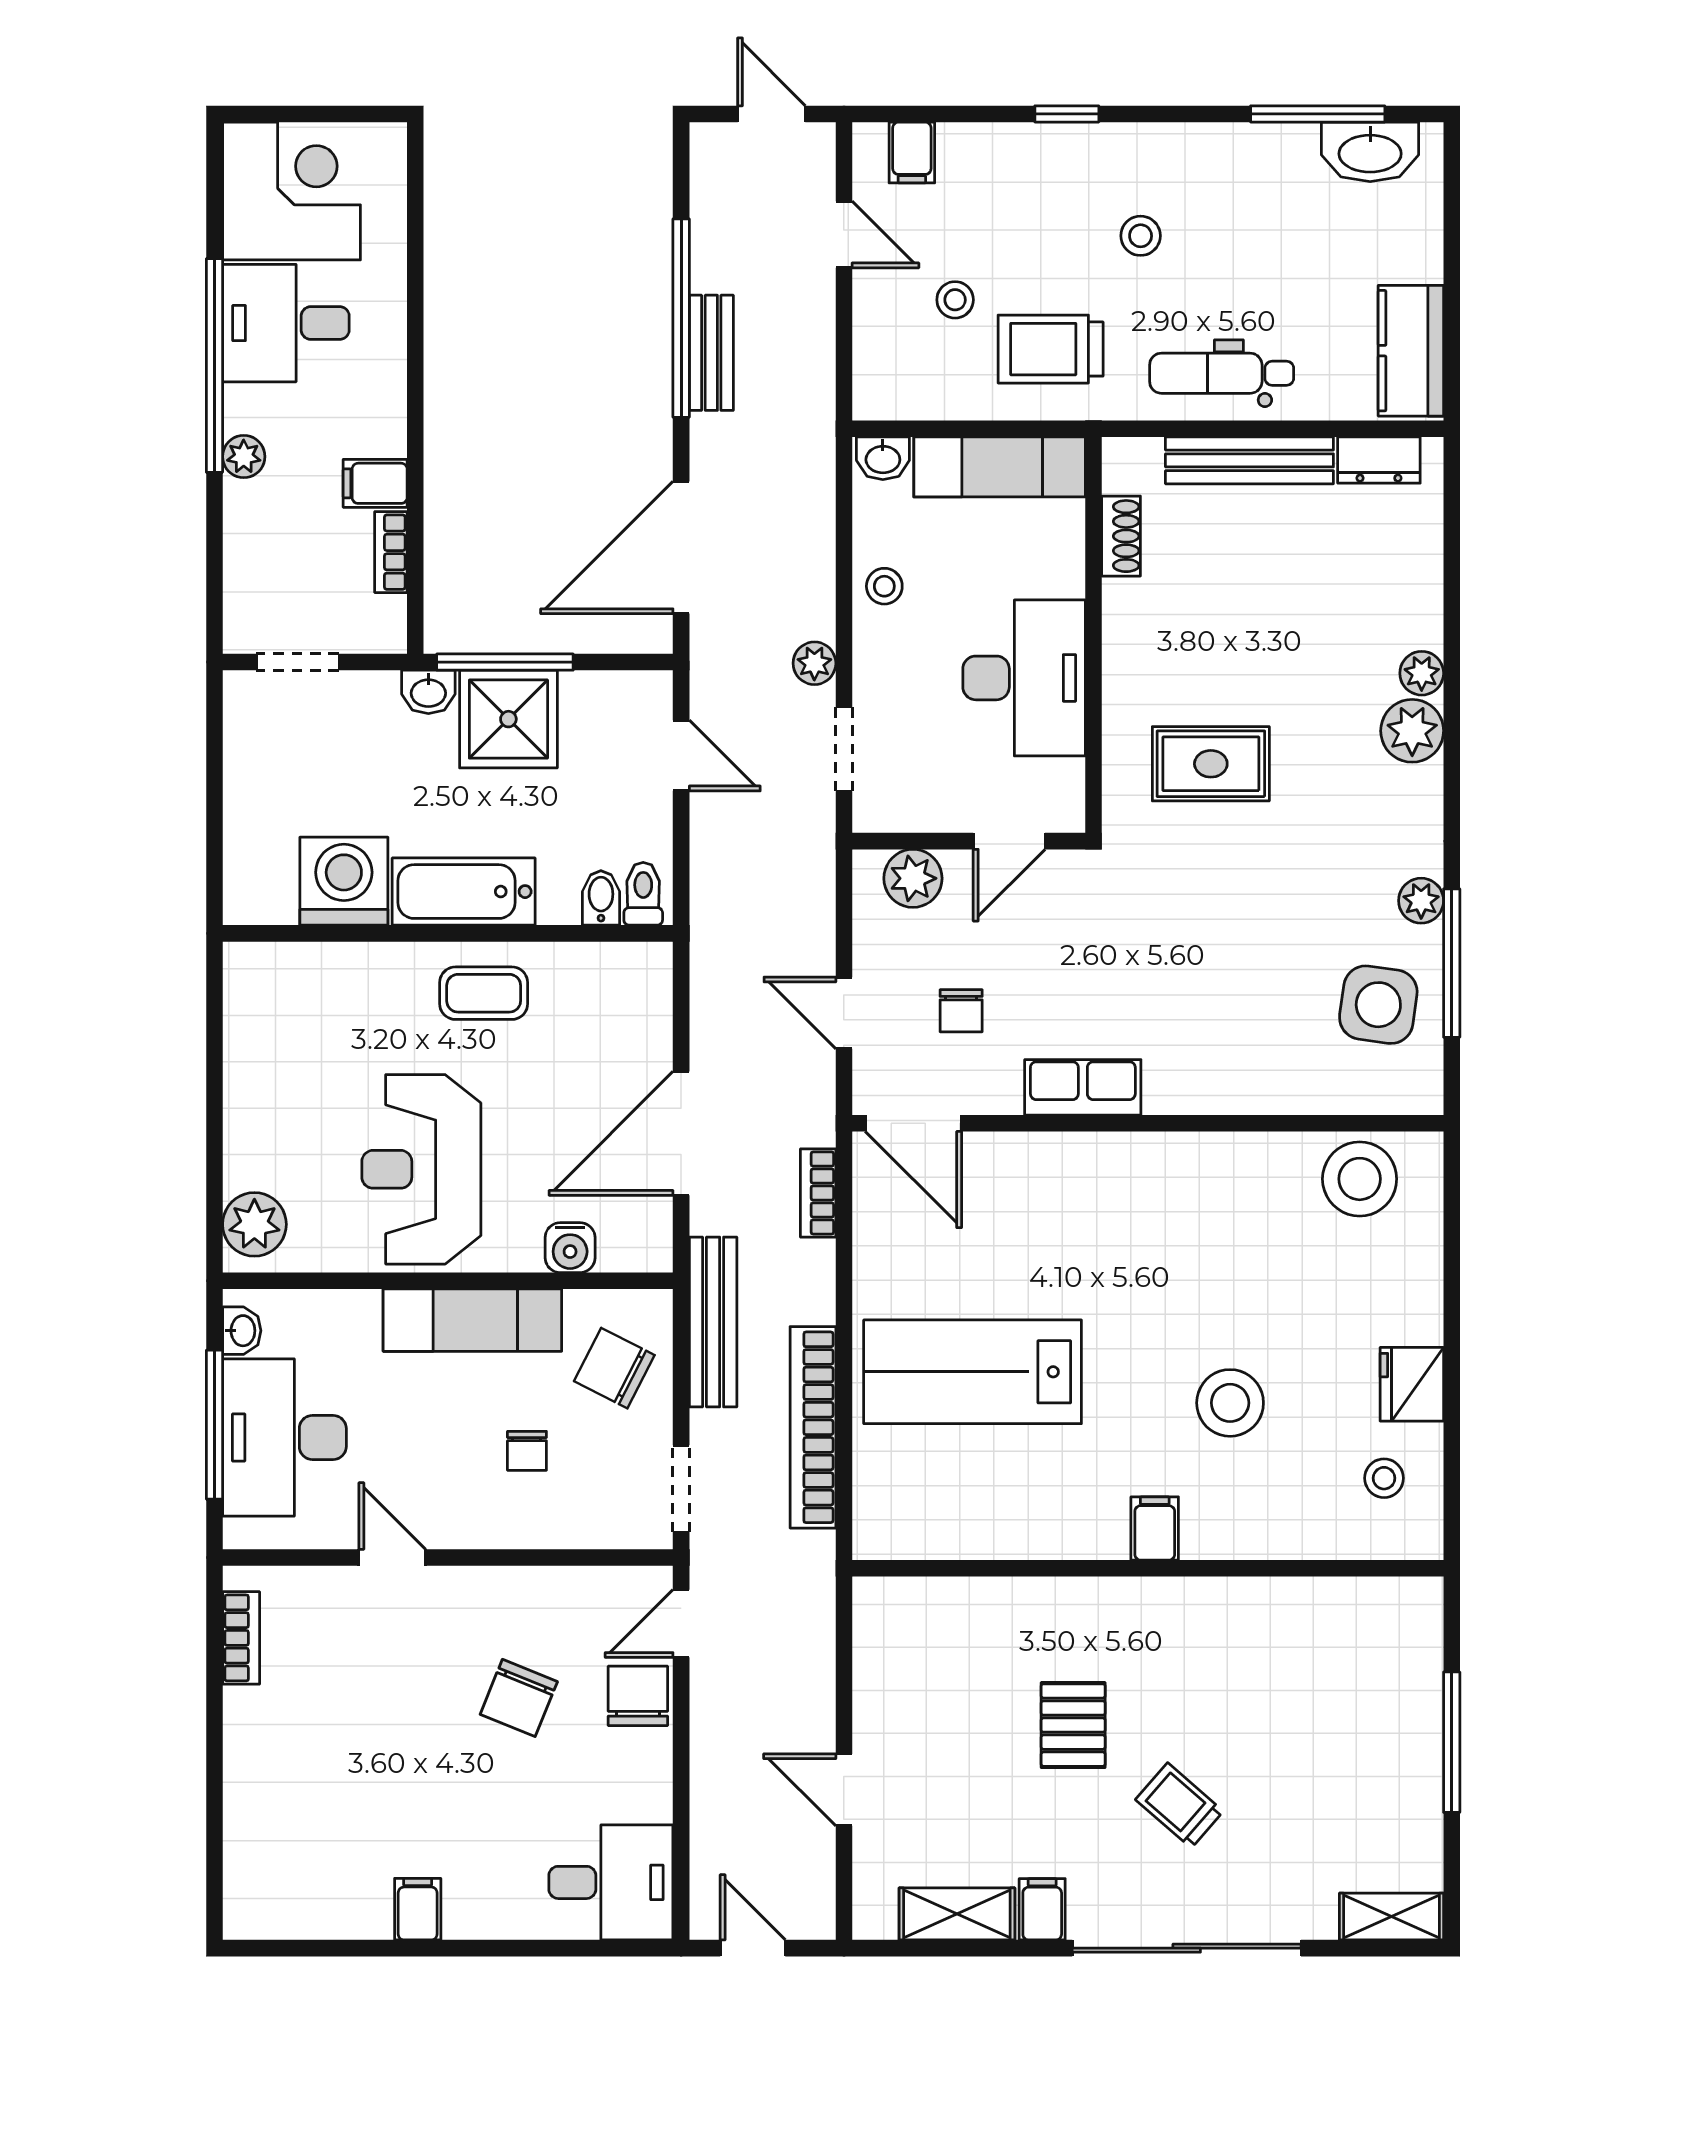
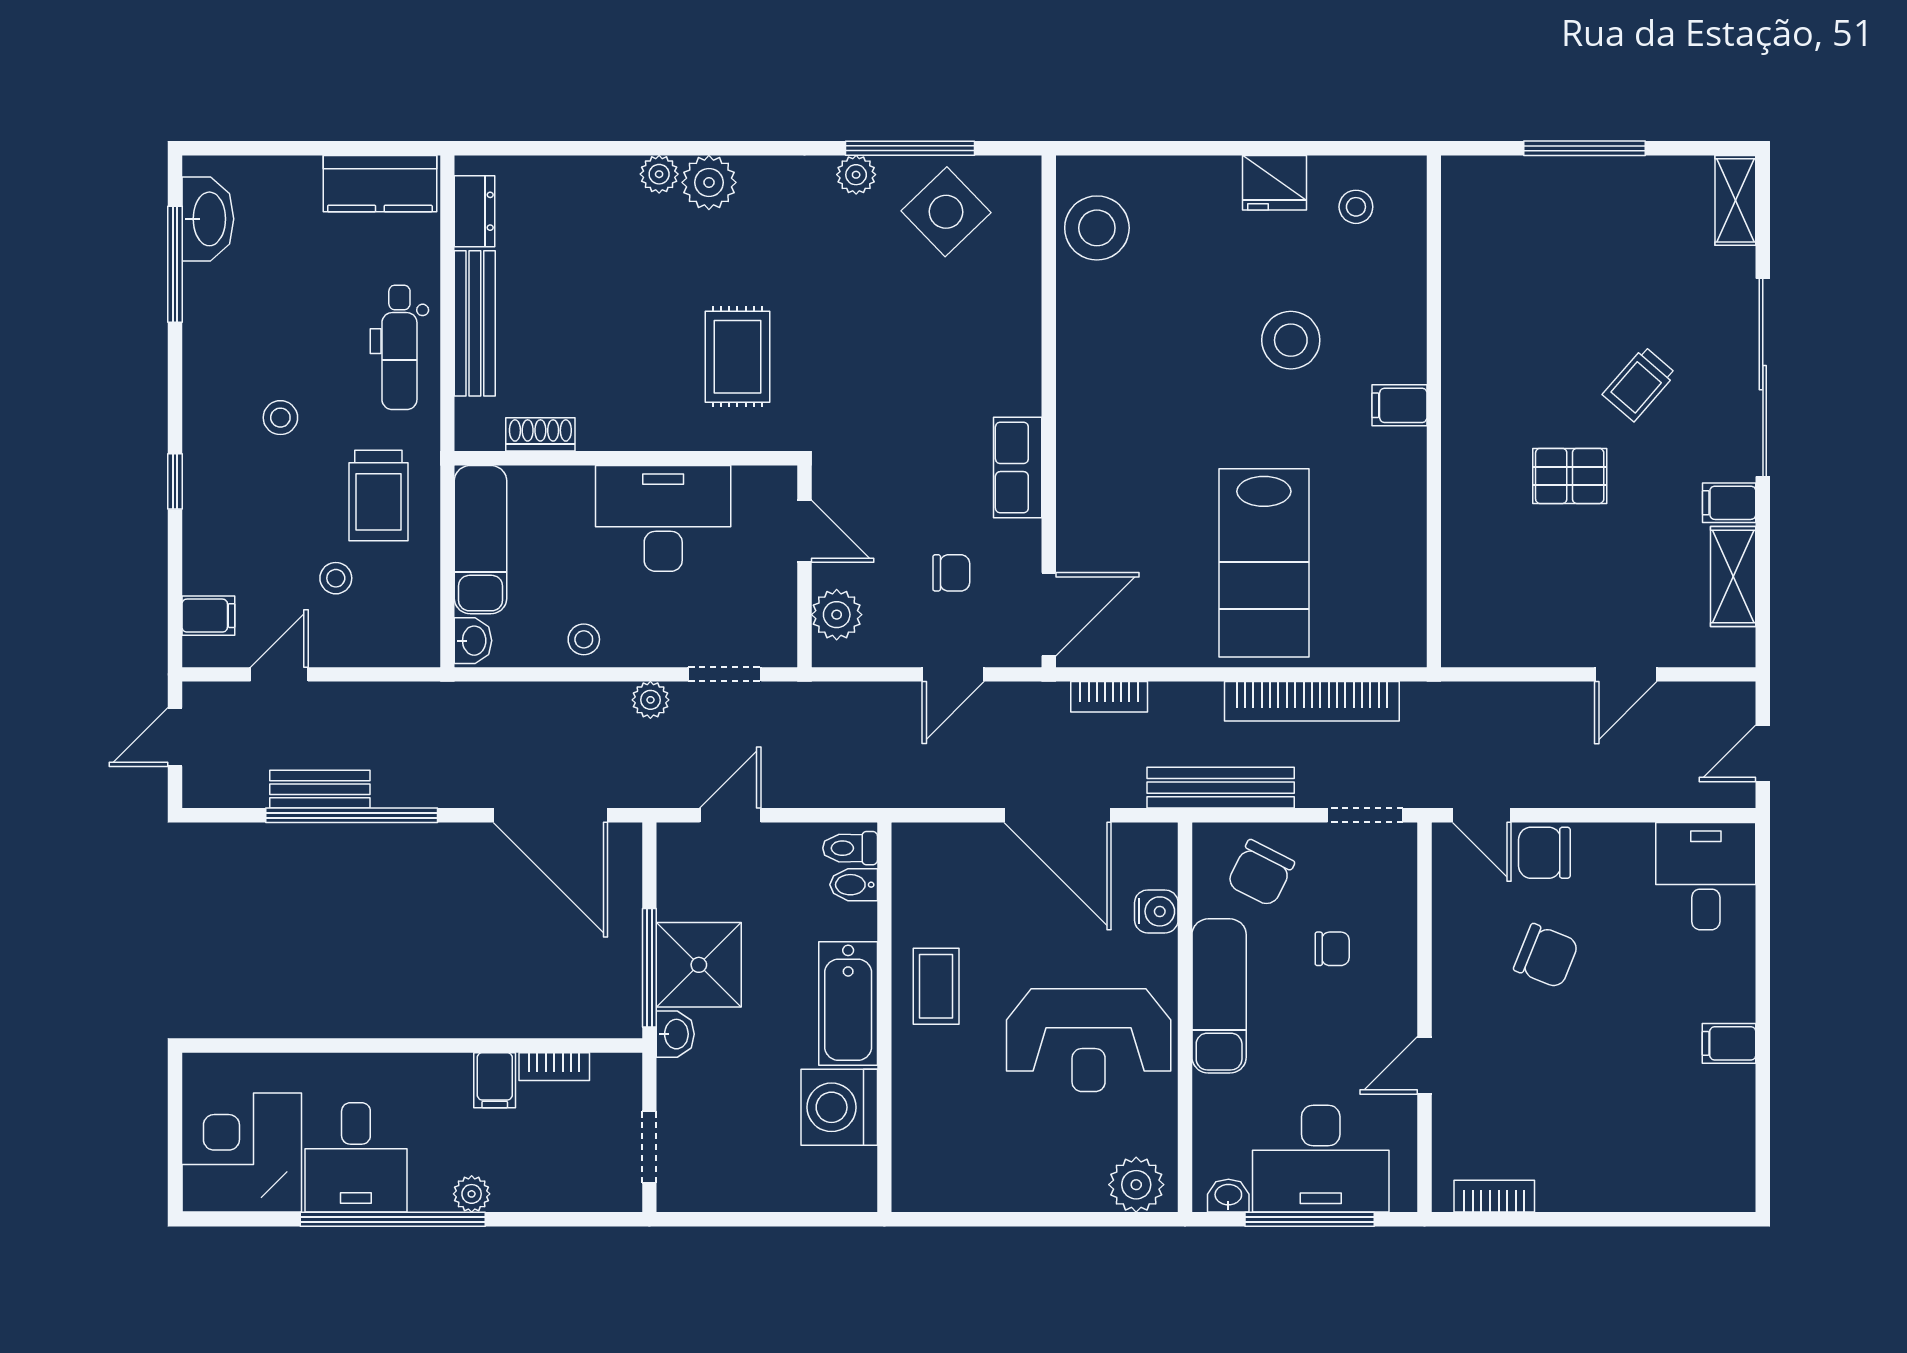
bench: (711, 353) -> (320, 789), moved
side table: (1378, 1005) -> (946, 212), turned 38

